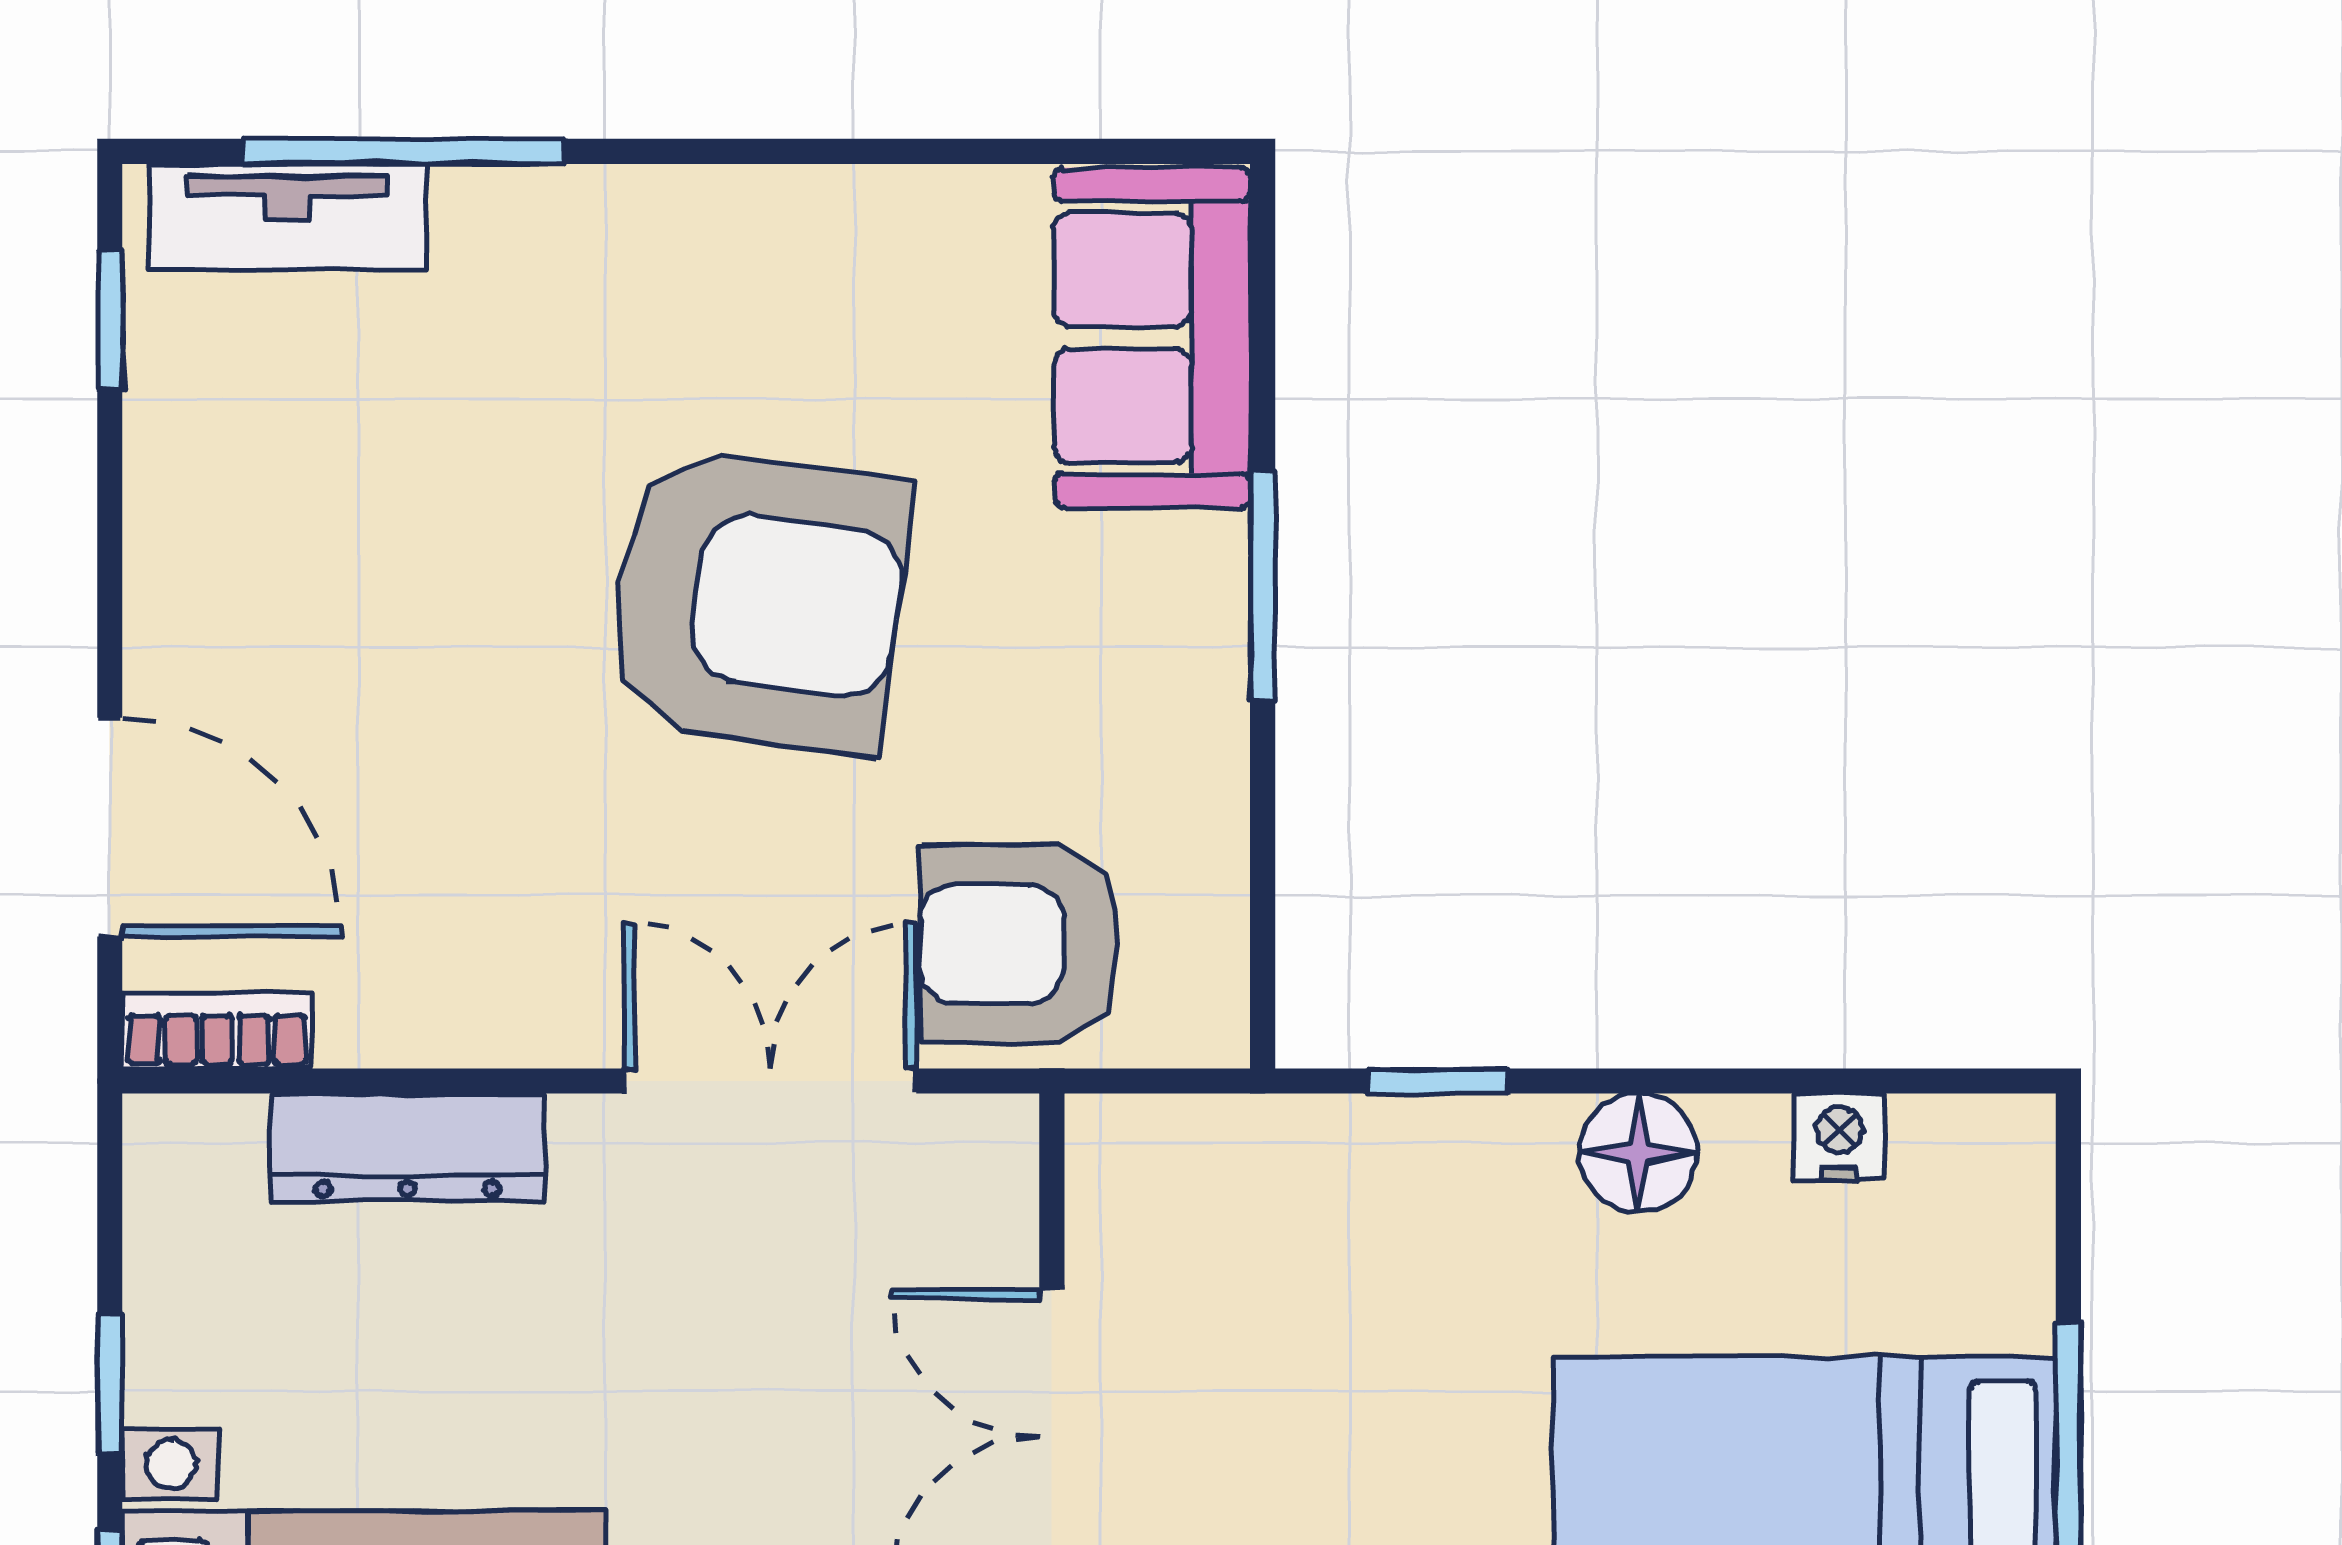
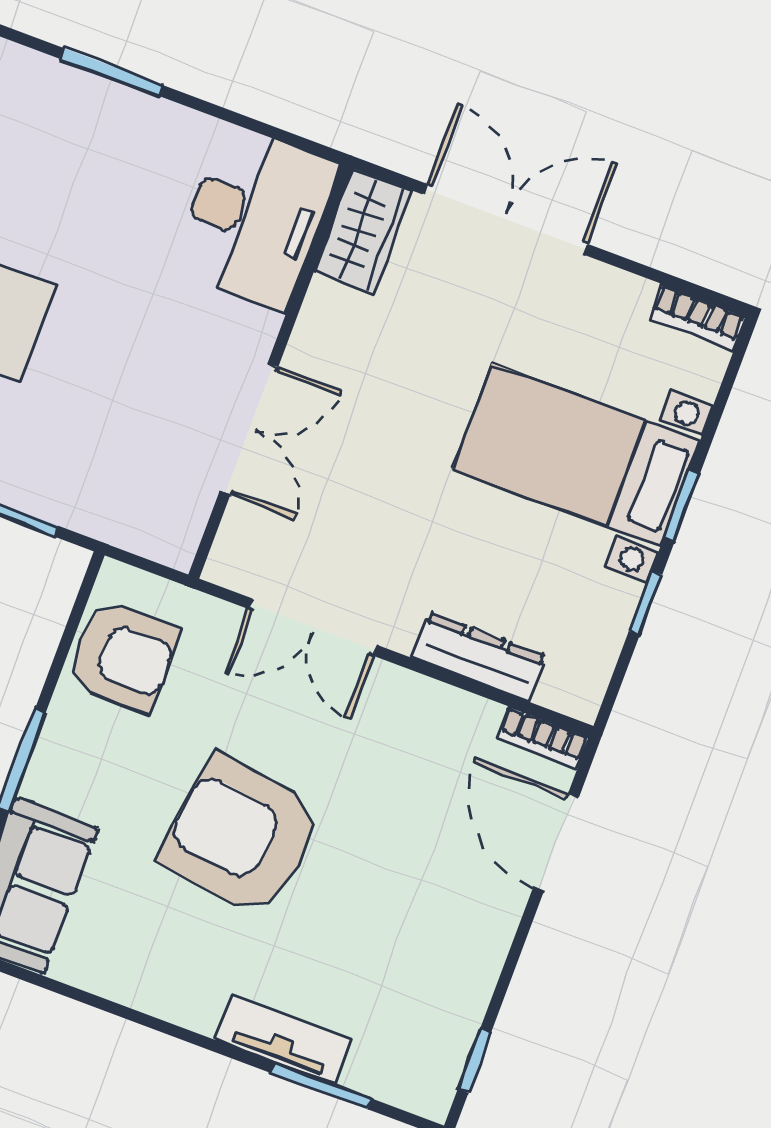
window: (403, 151) -> (321, 1086), width x0.69
tv unit: (288, 217) -> (284, 1040), moved
armchair: (1019, 944) -> (123, 656), moved

